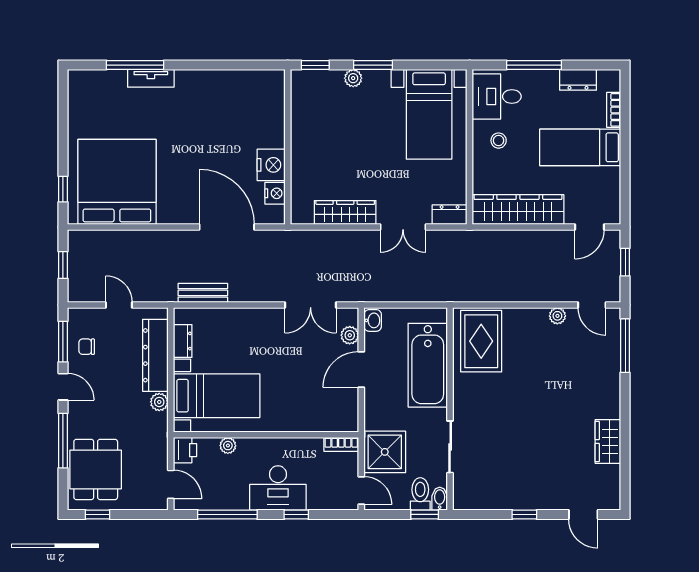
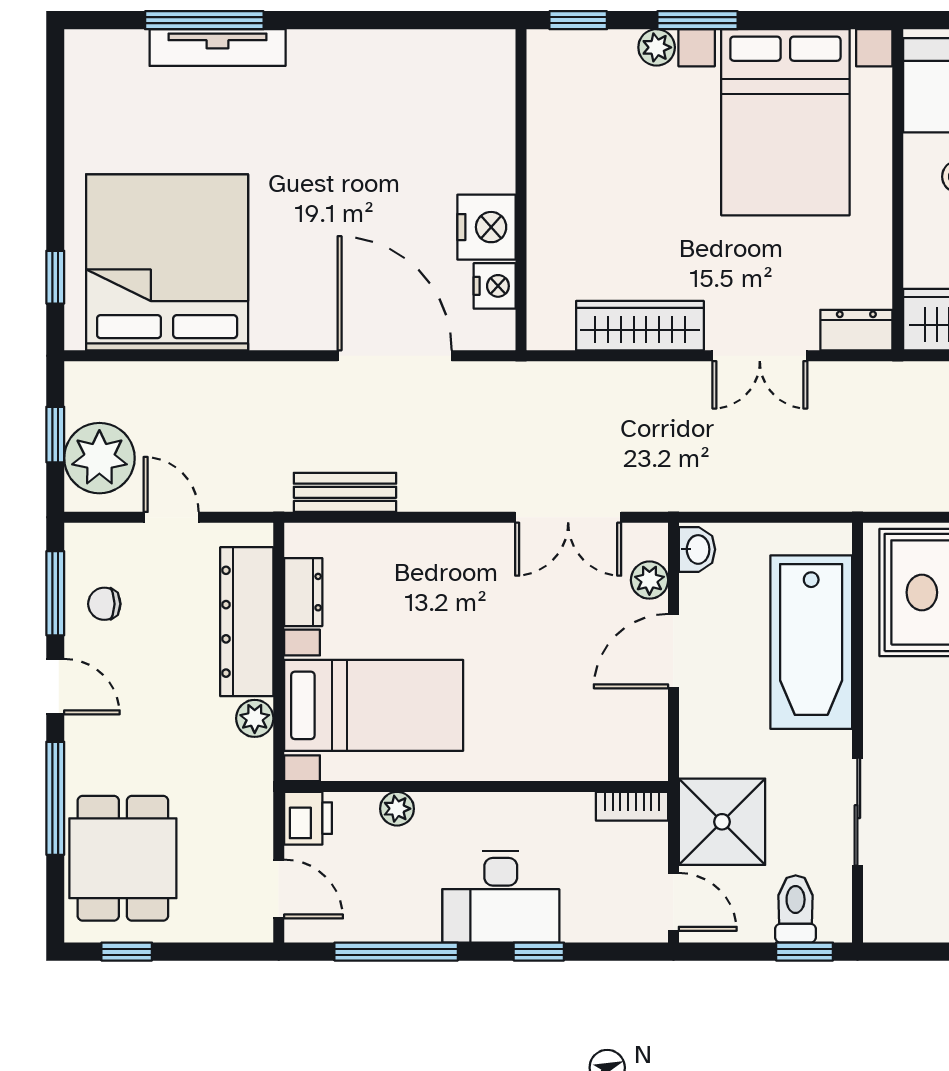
tv unit: (151, 78) -> (218, 48), width x1.41
bed with nightstands: (429, 114) -> (785, 122), width x1.36
plant: (84, 276) -> (99, 458), added
bidet: (440, 499) -> (836, 919), removed

